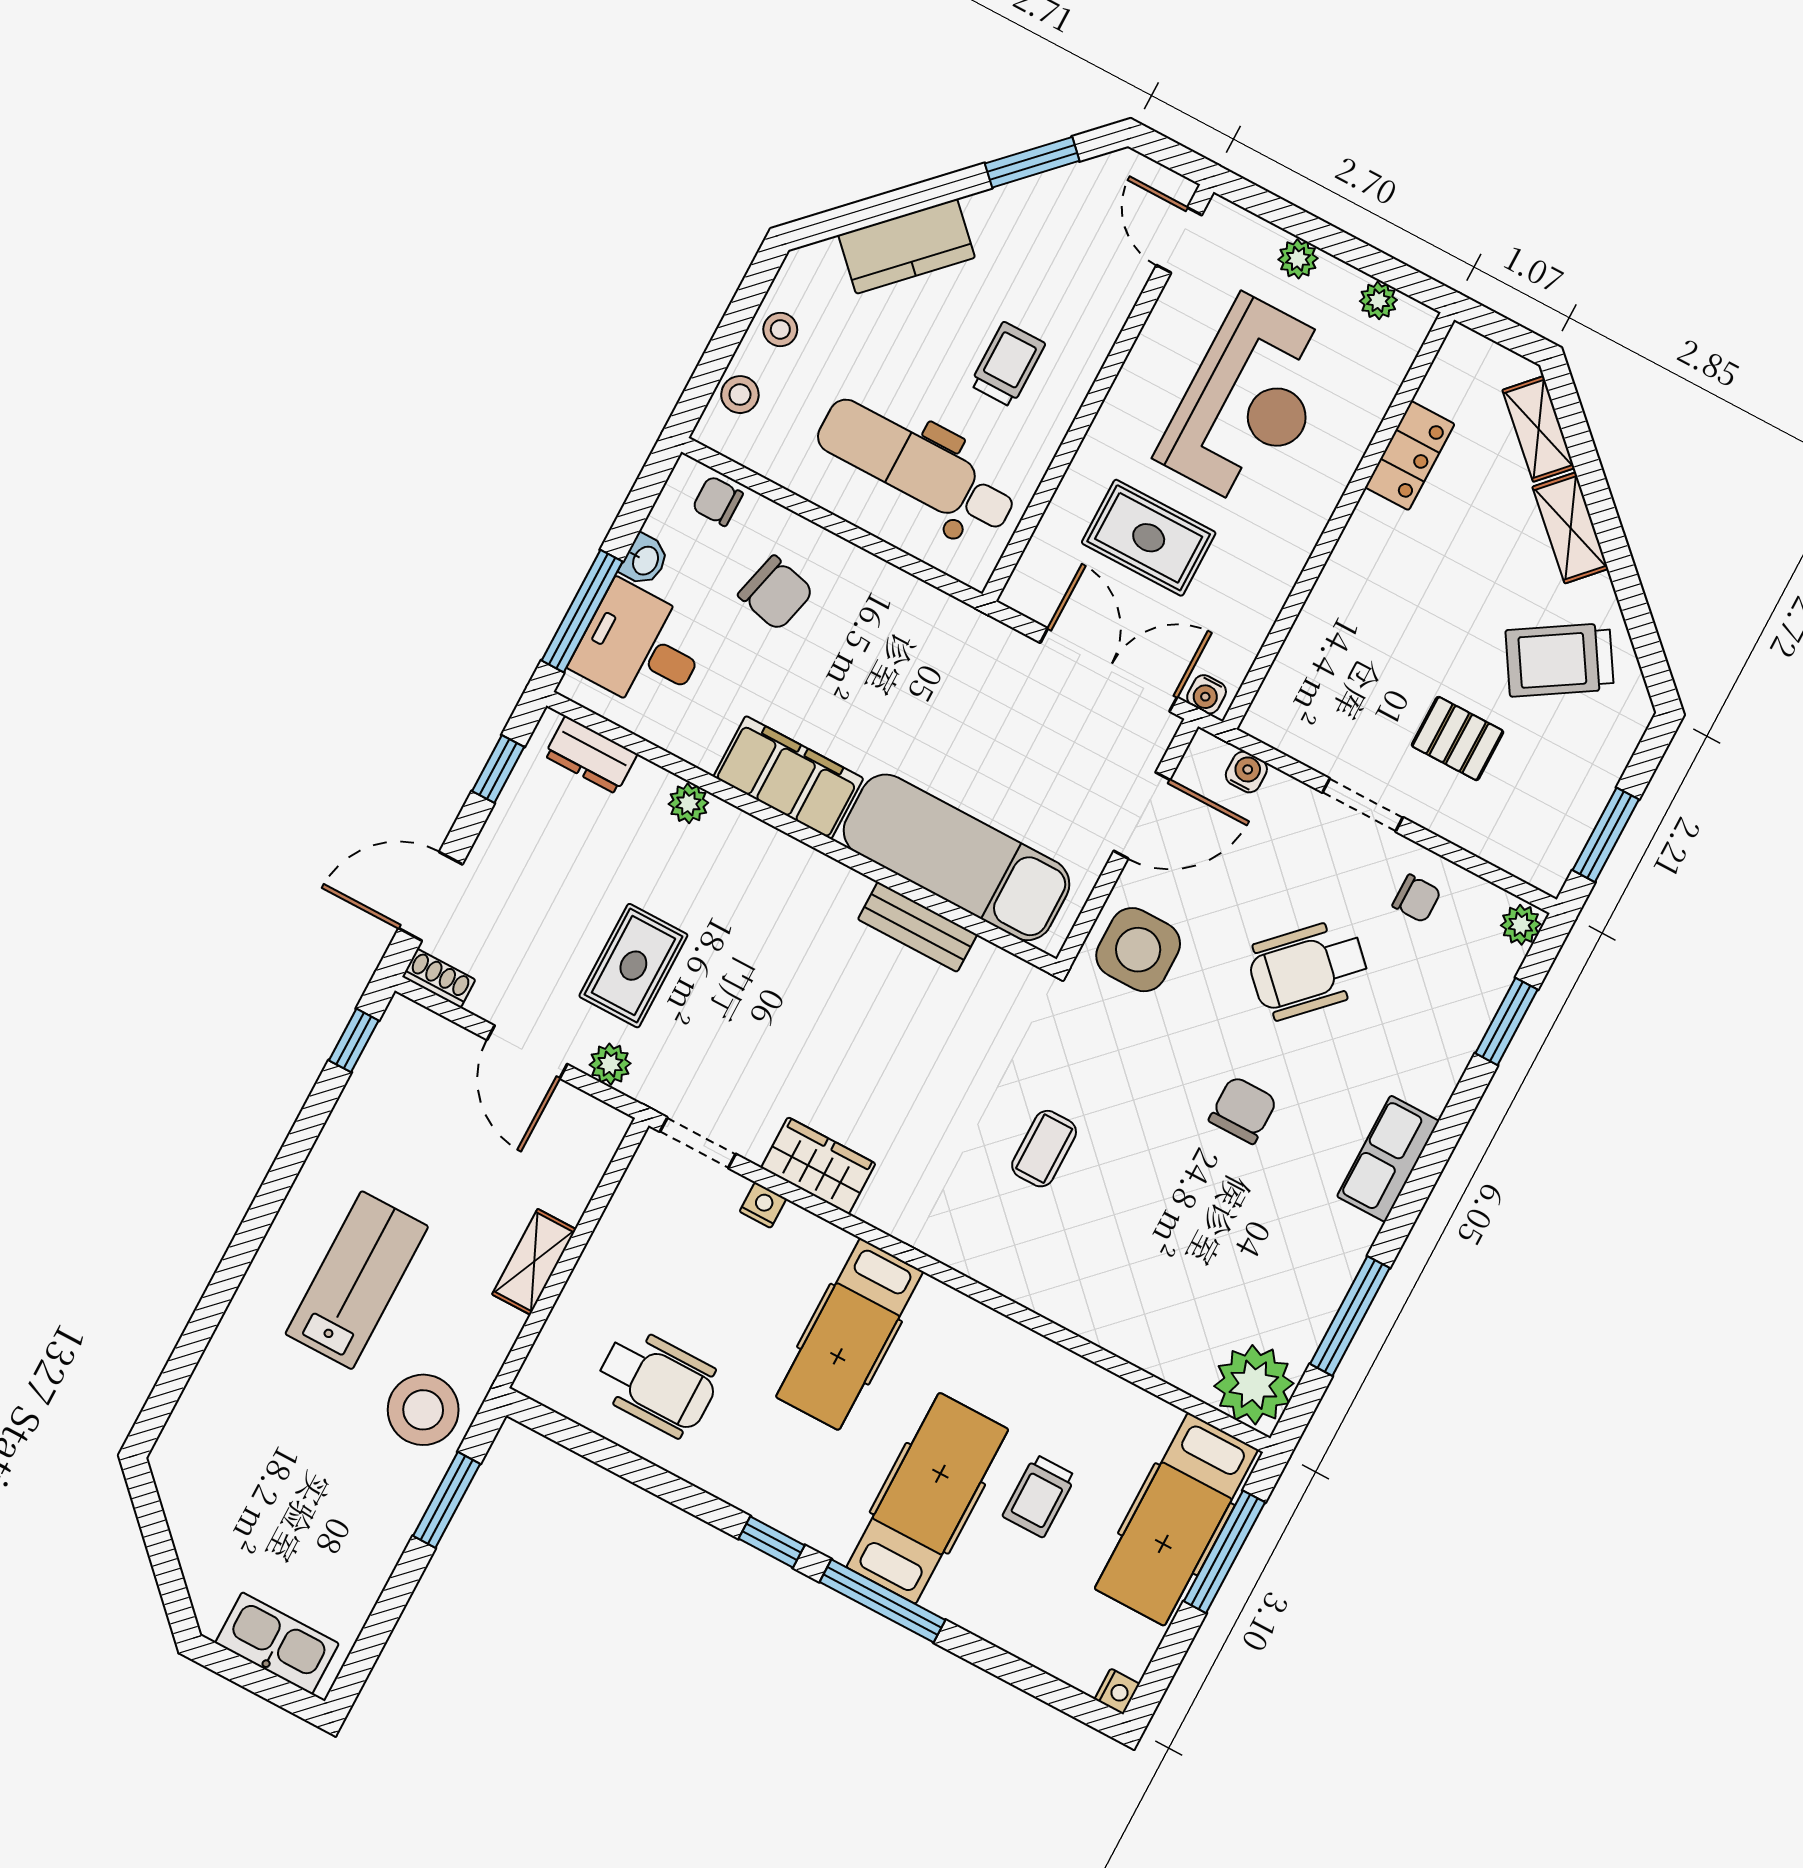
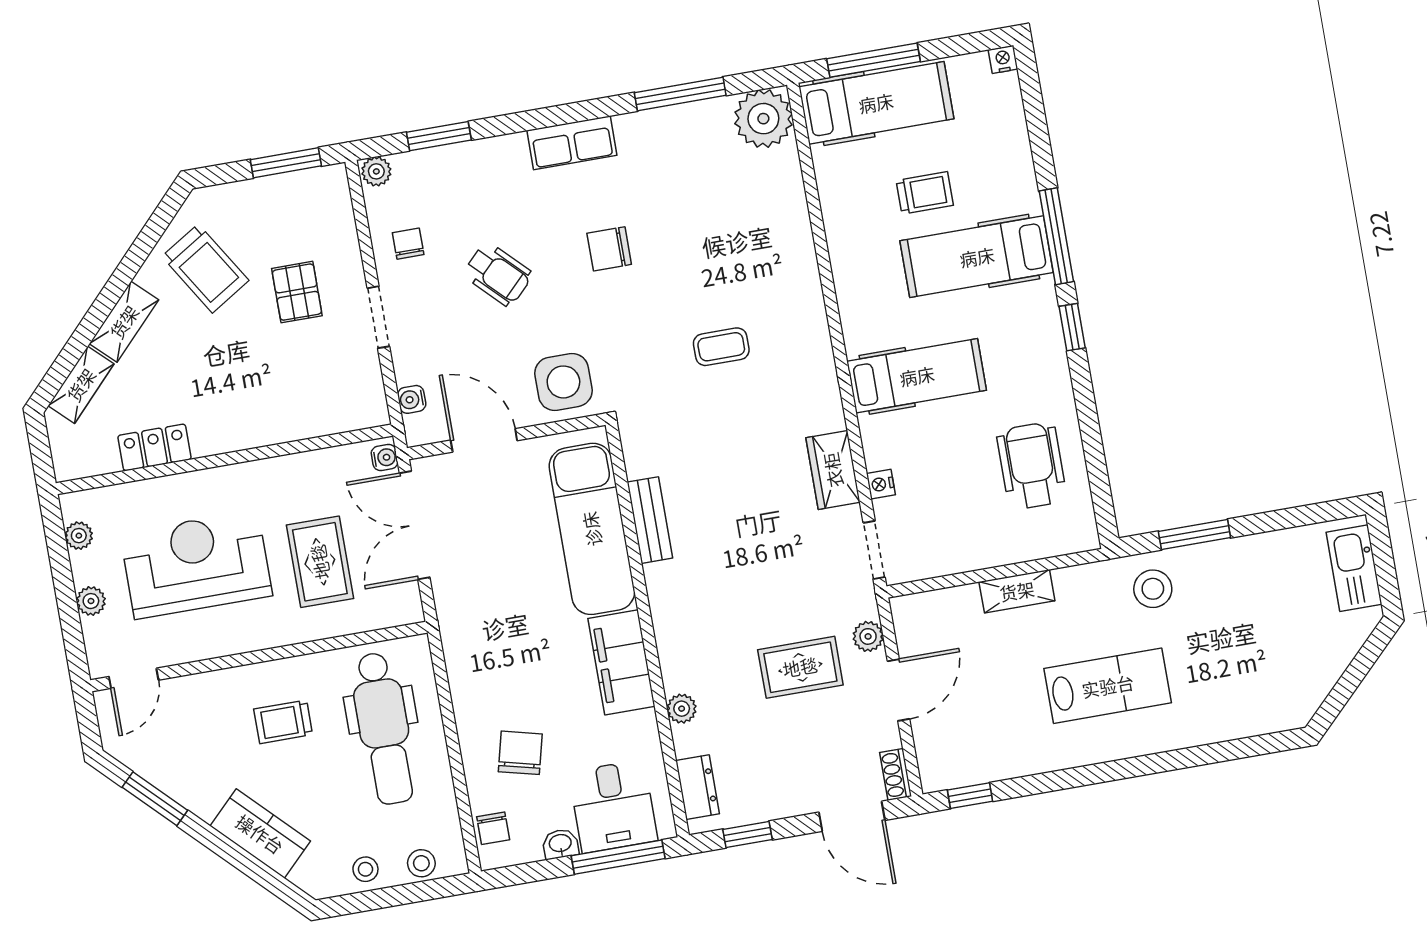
wheelchair: (1309, 969) -> (498, 274), width x0.73, depth x0.73
lab bench: (357, 1280) -> (1108, 686), turned 180
stool: (423, 1410) -> (1153, 589), width x0.73, depth x0.73

